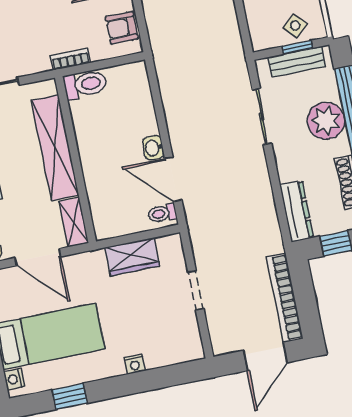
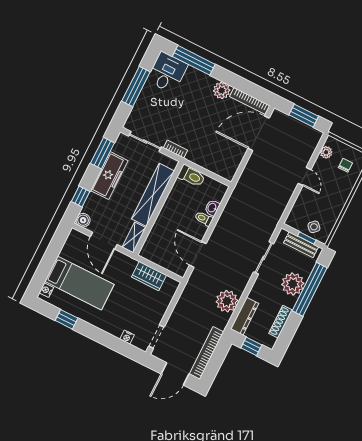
armchair: (122, 28) -> (230, 163), removed
bookcase: (70, 59) -> (175, 149), moved
washbasin: (153, 148) -> (212, 208), moved
plant: (258, 210) -> (227, 301), added
toilet: (162, 213) -> (204, 219), moved
doorway: (196, 290) -> (156, 337), moved
nightstand: (135, 364) -> (127, 337), moved

